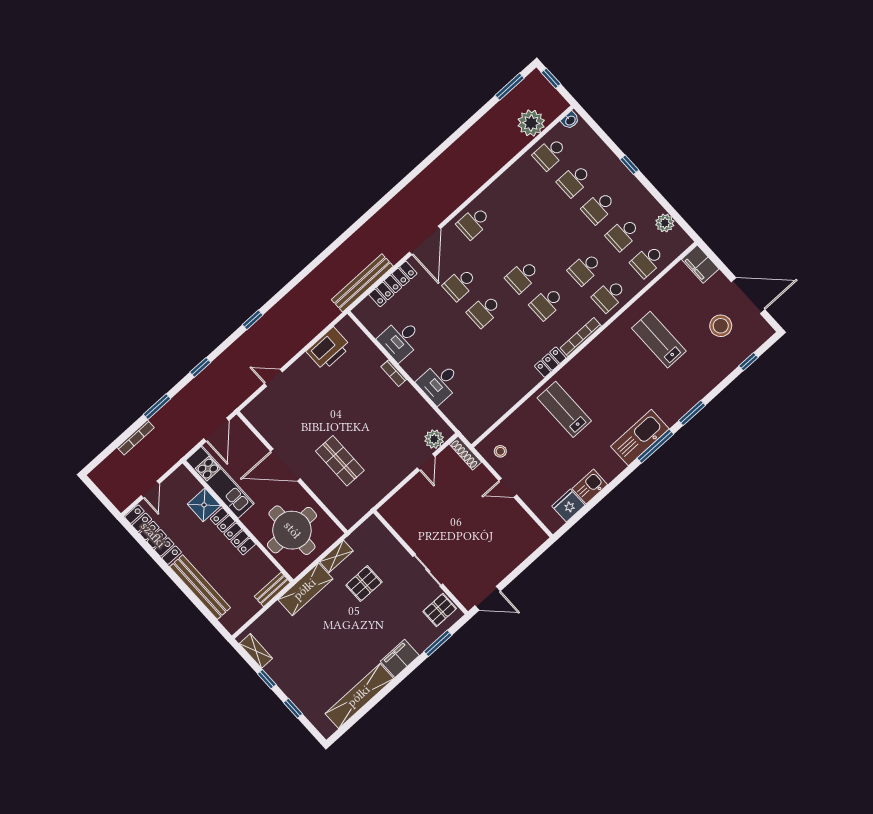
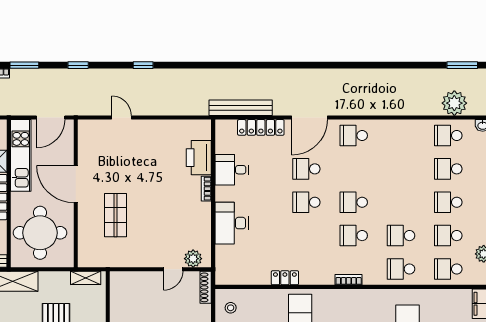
bookcase: (581, 337) -> (349, 280), width x0.64
printer: (329, 349) -> (199, 158), moved, turned 90
locker: (550, 362) -> (285, 278), moved
desk: (439, 382) -> (232, 223), width x1.37
shelving: (336, 556) -> (86, 278), moved

